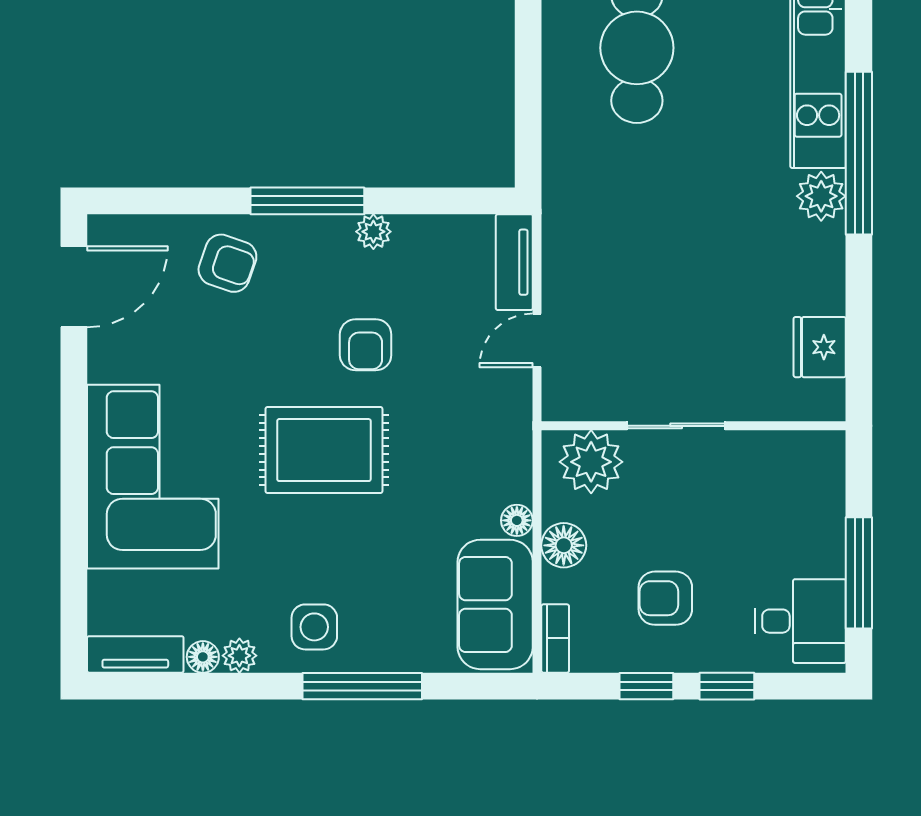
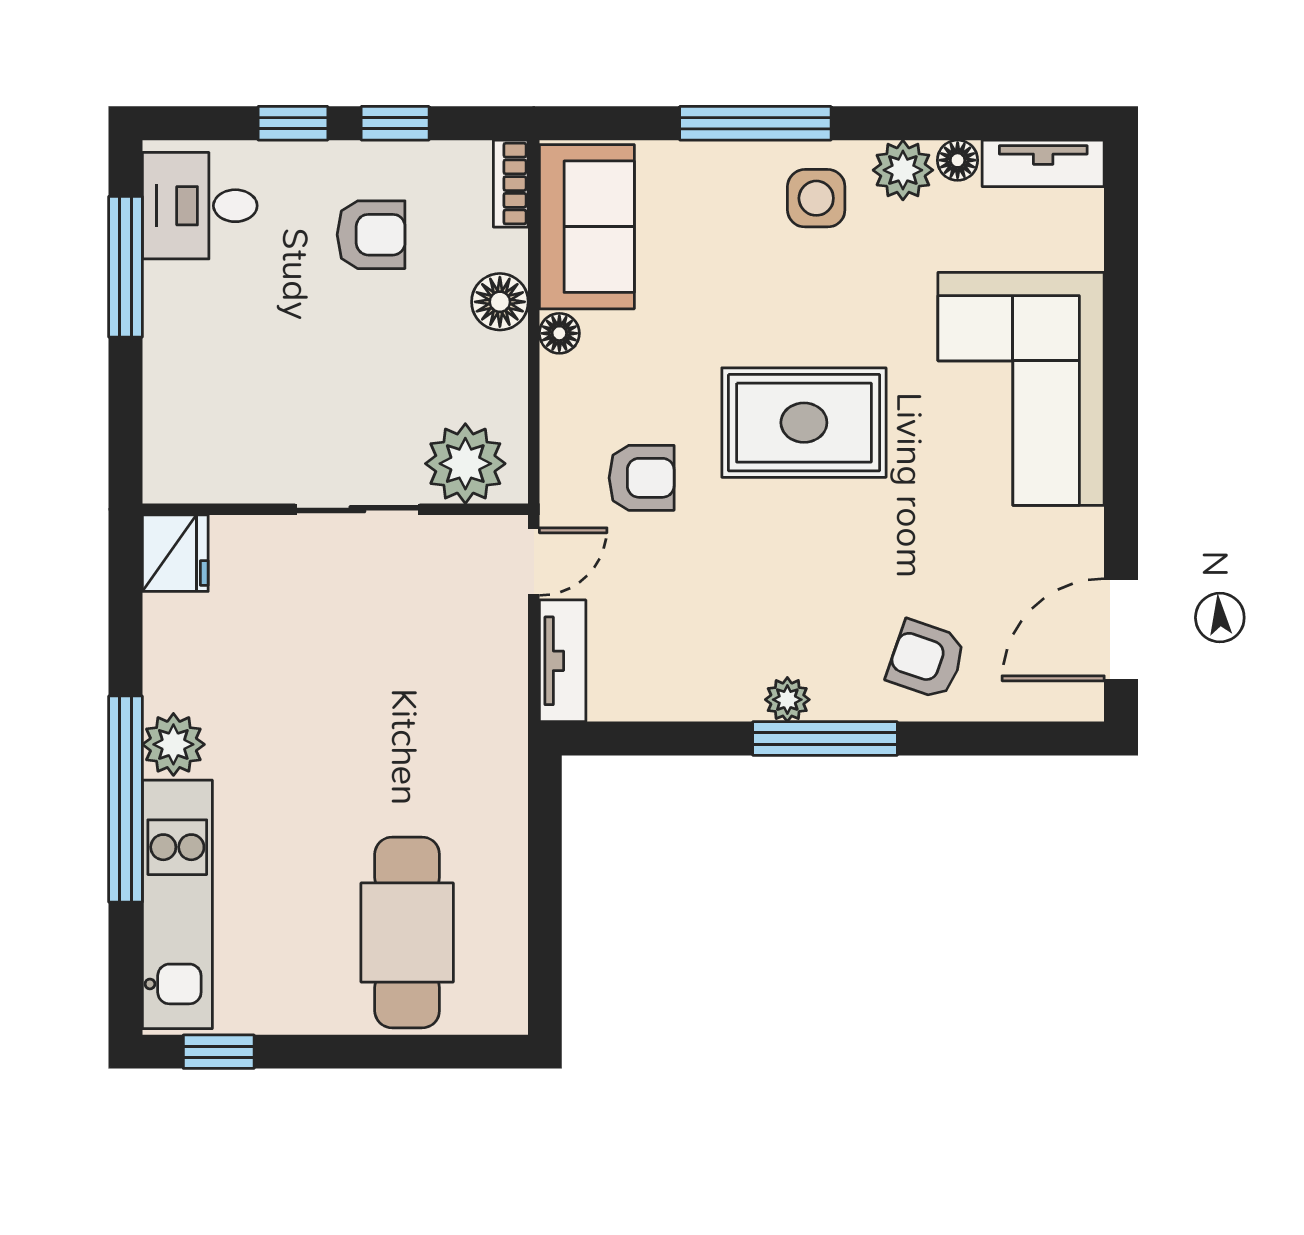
plant: (373, 232) -> (787, 700), moved
armchair: (366, 345) -> (642, 478), moved, turned 90
sliding door: (676, 426) -> (357, 509), moved
wall: (694, 426) -> (335, 509), moved
plant: (591, 462) -> (465, 464), moved
plant: (239, 656) -> (903, 170), width x1.38, depth x1.38

